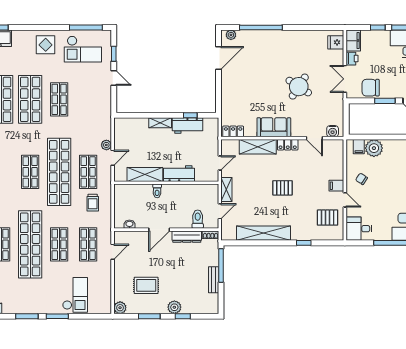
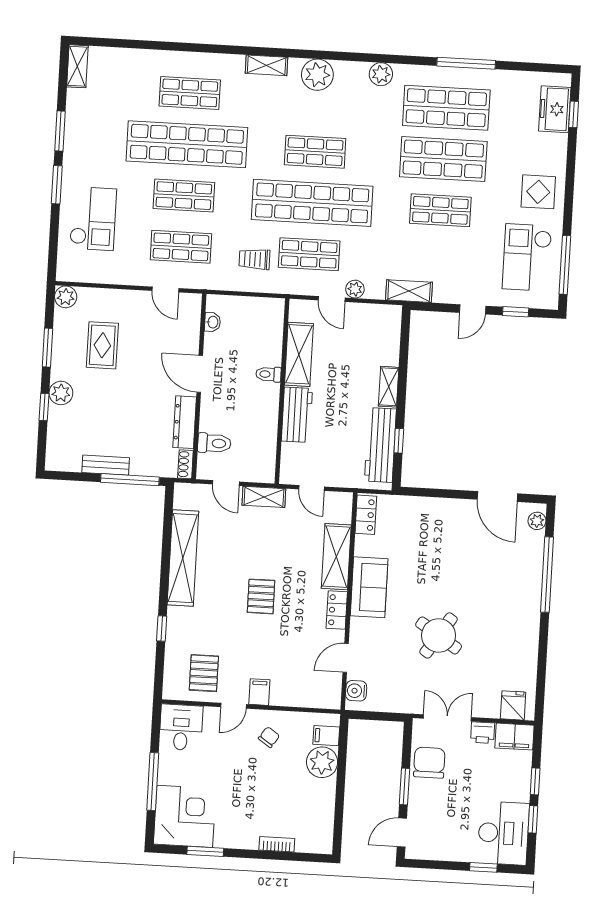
shelving: (106, 114) -> (409, 291), added
workbench: (188, 126) -> (380, 445), width x1.38
checkout: (75, 295) -> (93, 219), turned -90

